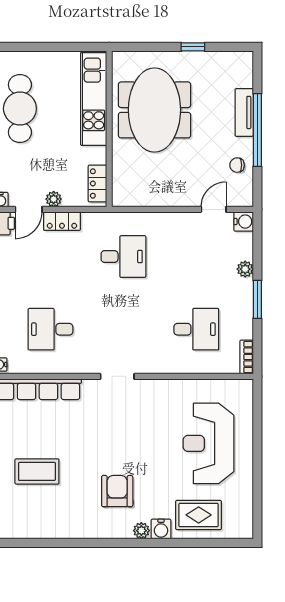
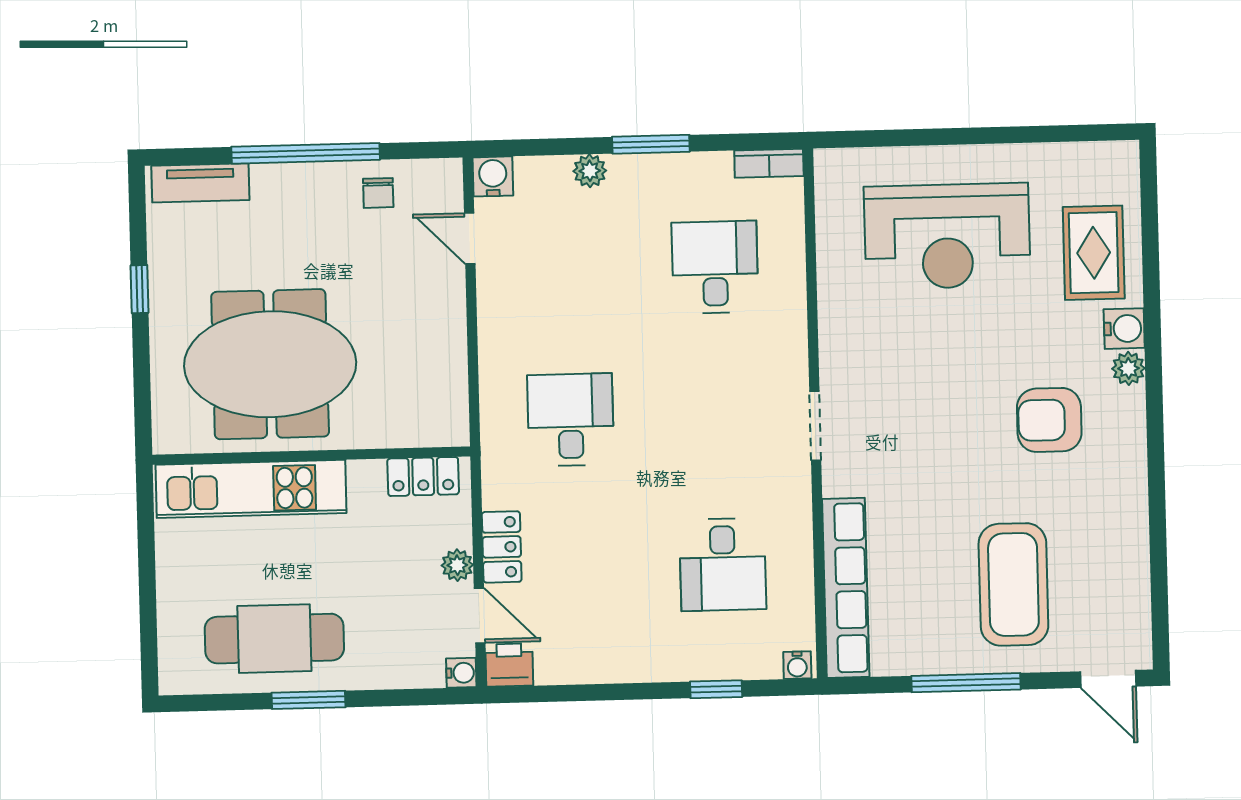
tv unit: (244, 112) -> (200, 183), moved
coffee table: (37, 471) -> (1013, 584), width x1.36, depth x1.32

